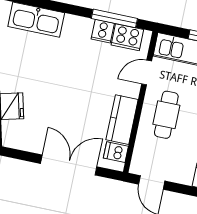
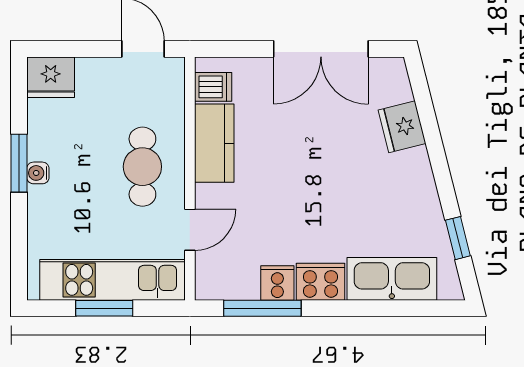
cooker: (127, 37) -> (320, 282), moved
double door: (69, 165) -> (321, 49), moved

